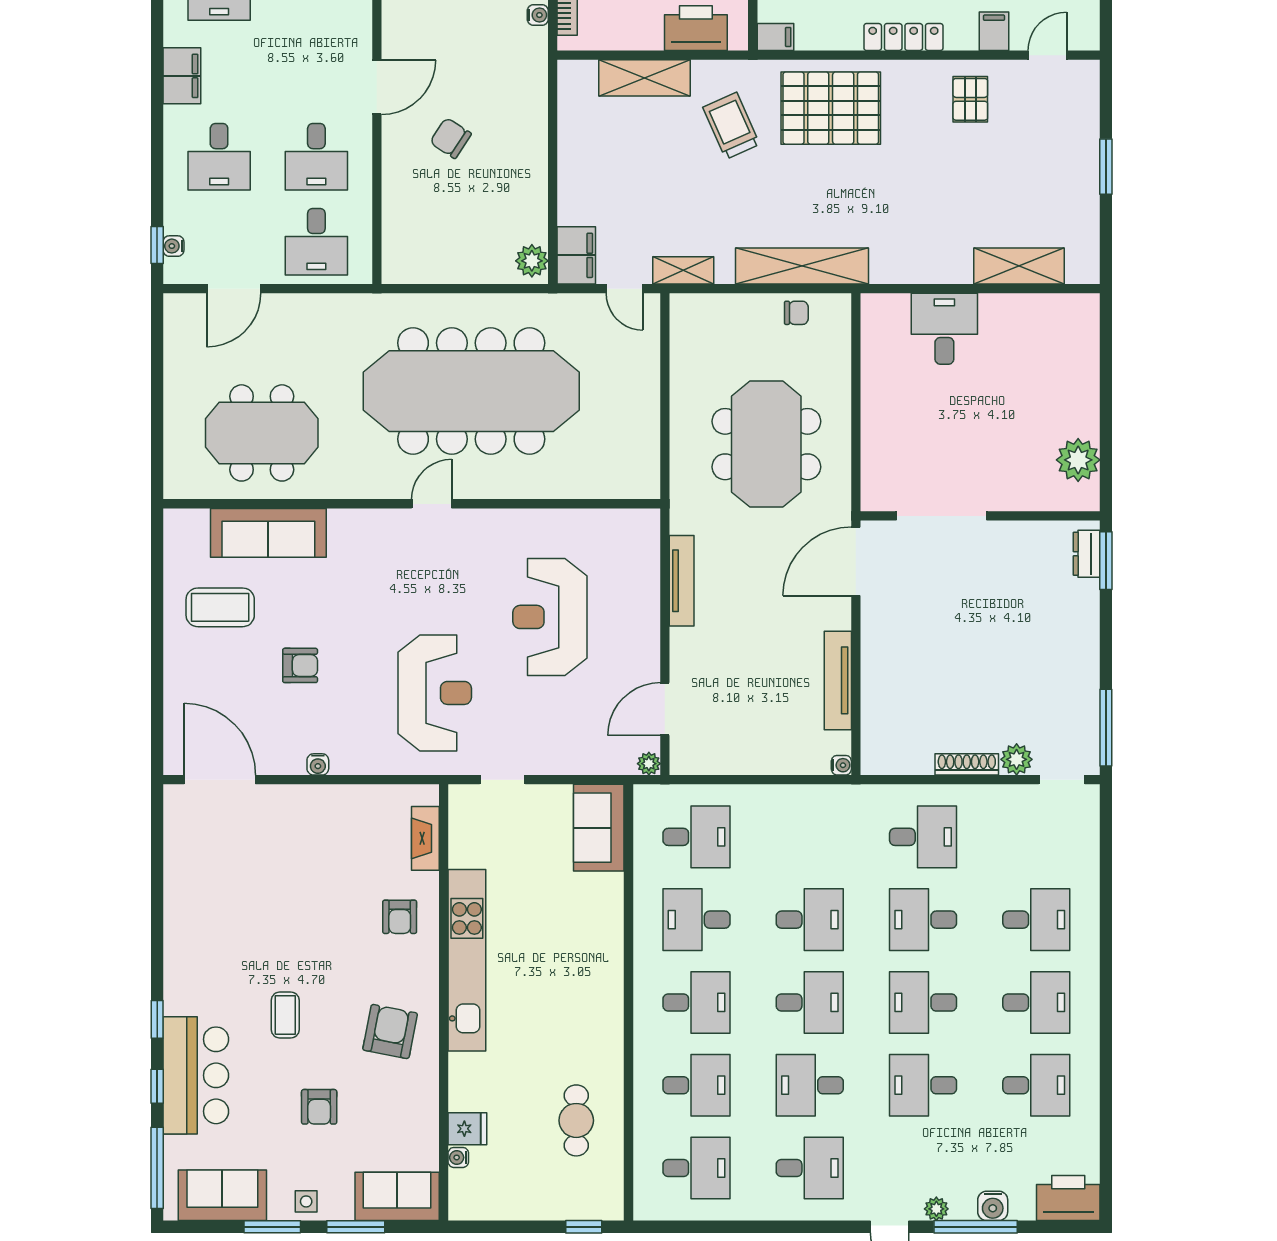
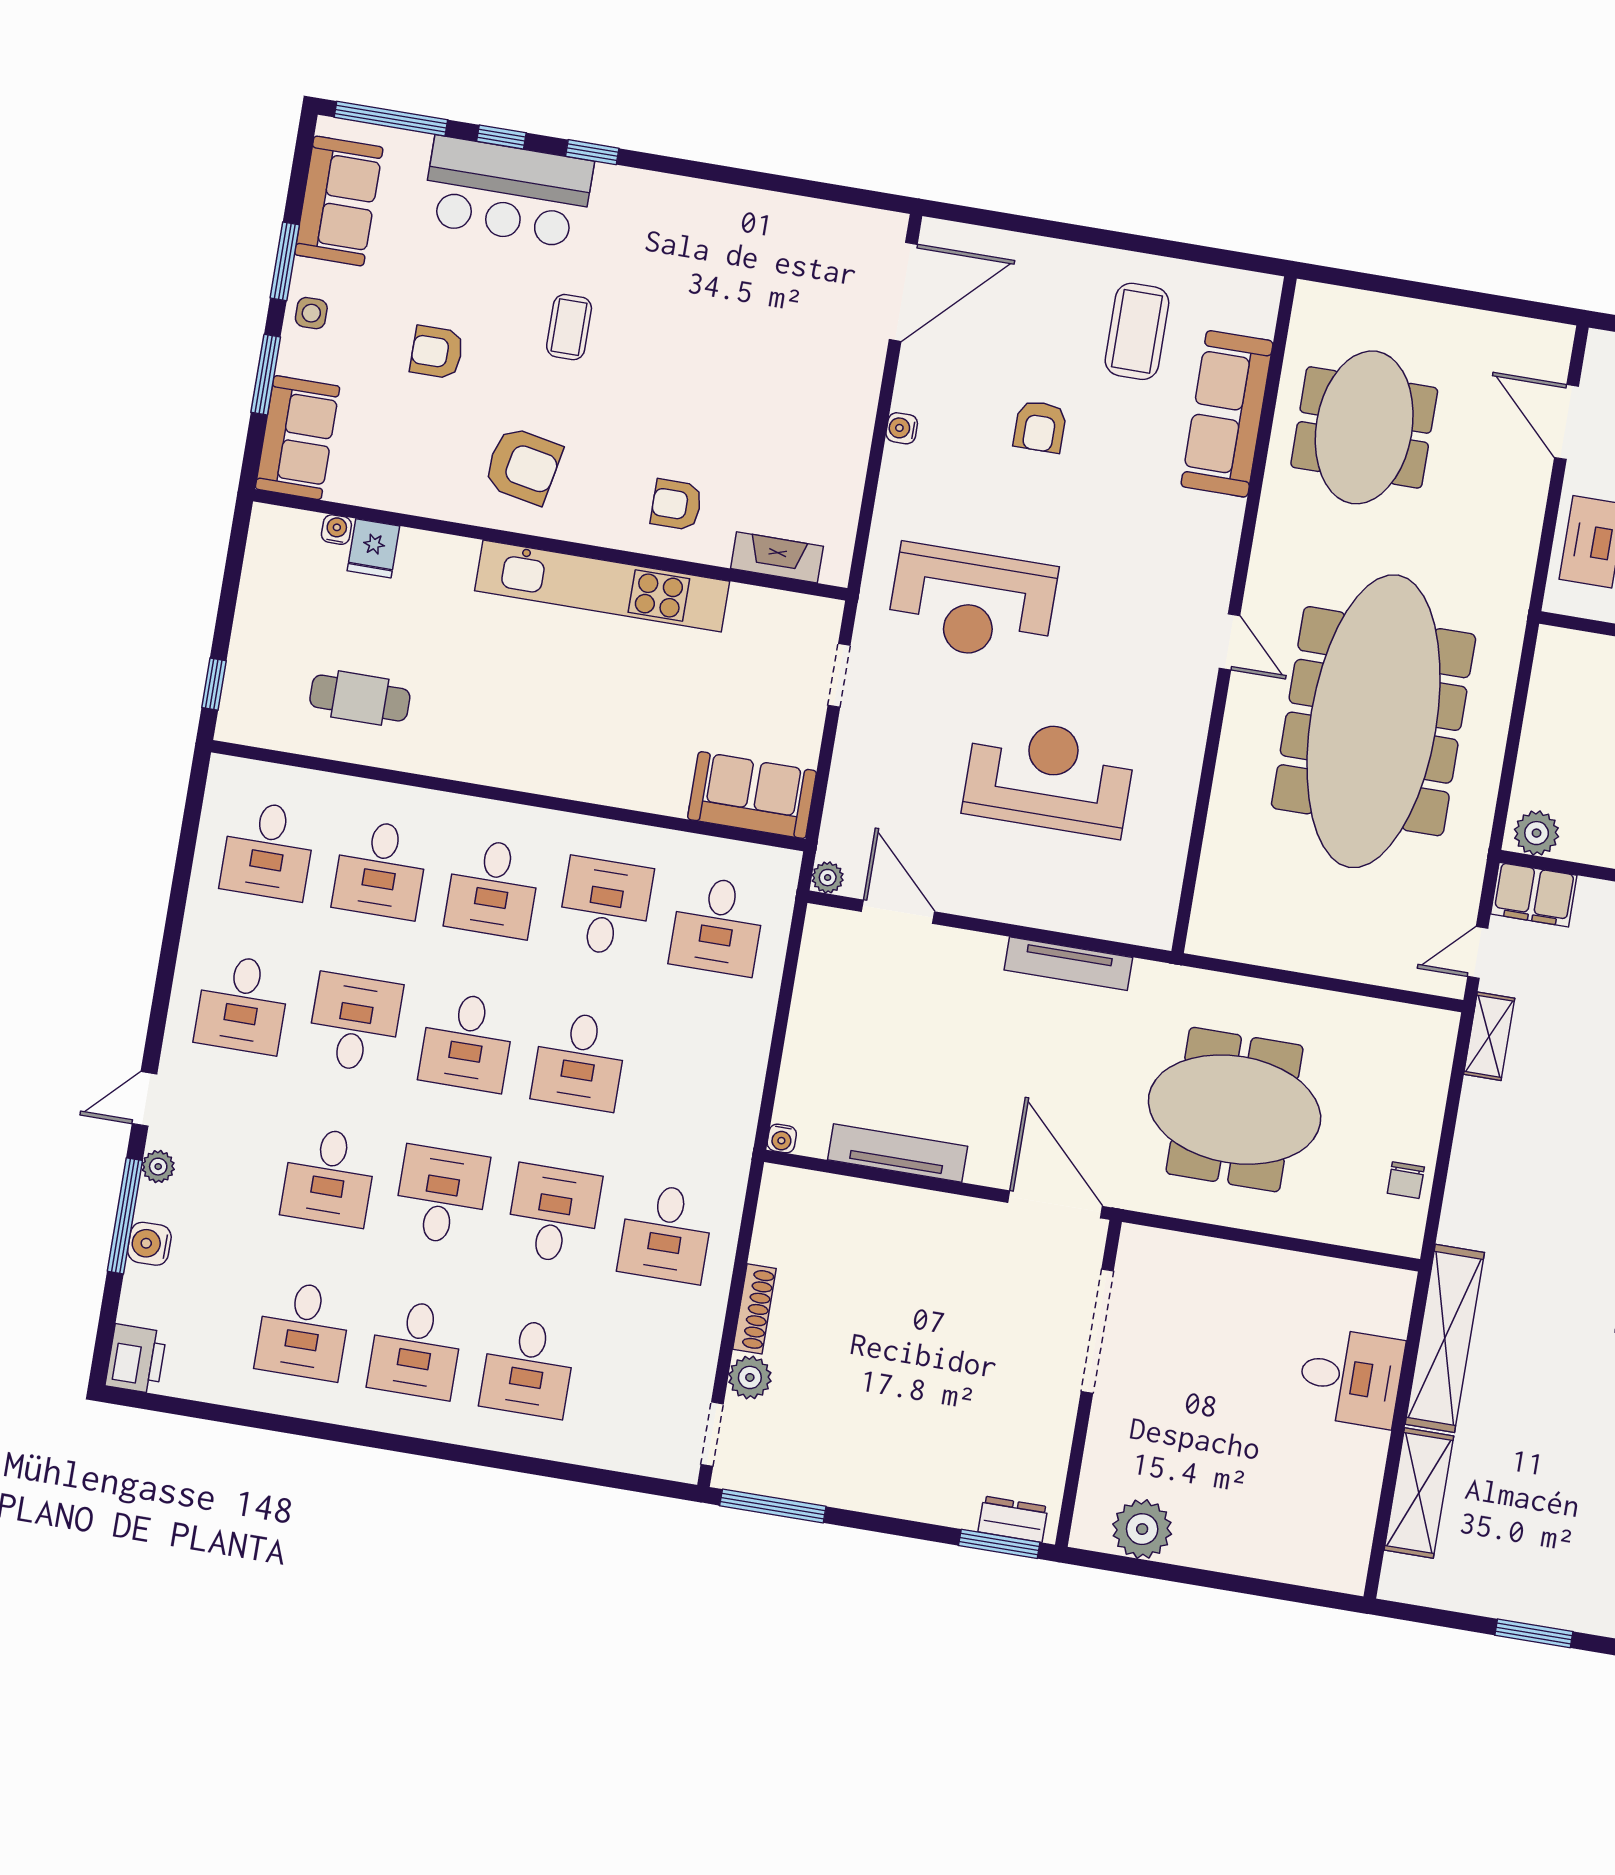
shelving: (802, 266) -> (1445, 1338), moved
coffee table: (285, 1015) -> (569, 327), turned 90
desk: (923, 1085) -> (329, 1177), turned 180
printer: (1068, 1198) -> (136, 1359), width x0.73, depth x0.84

